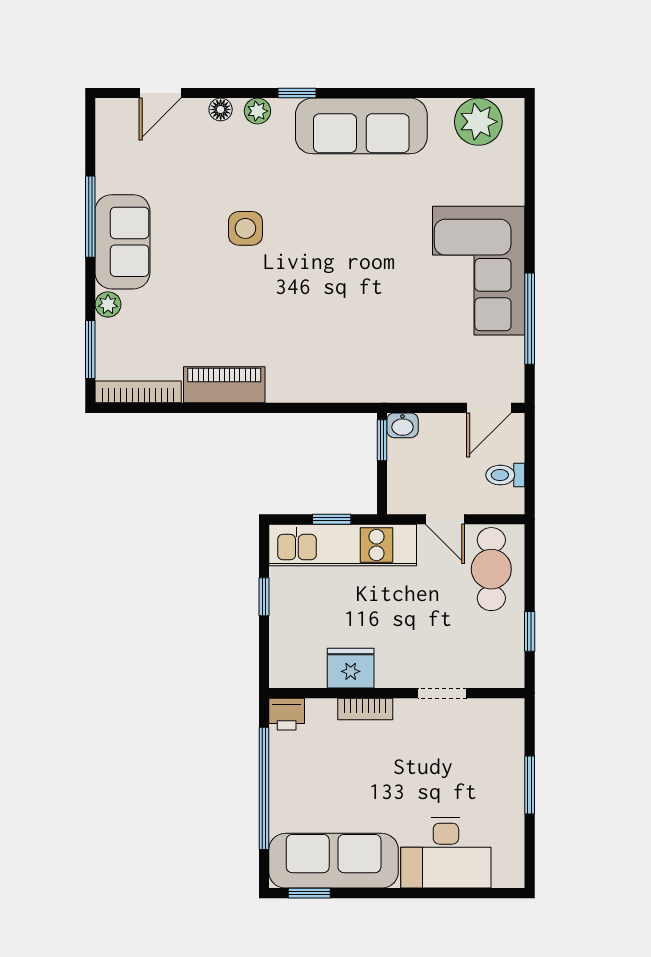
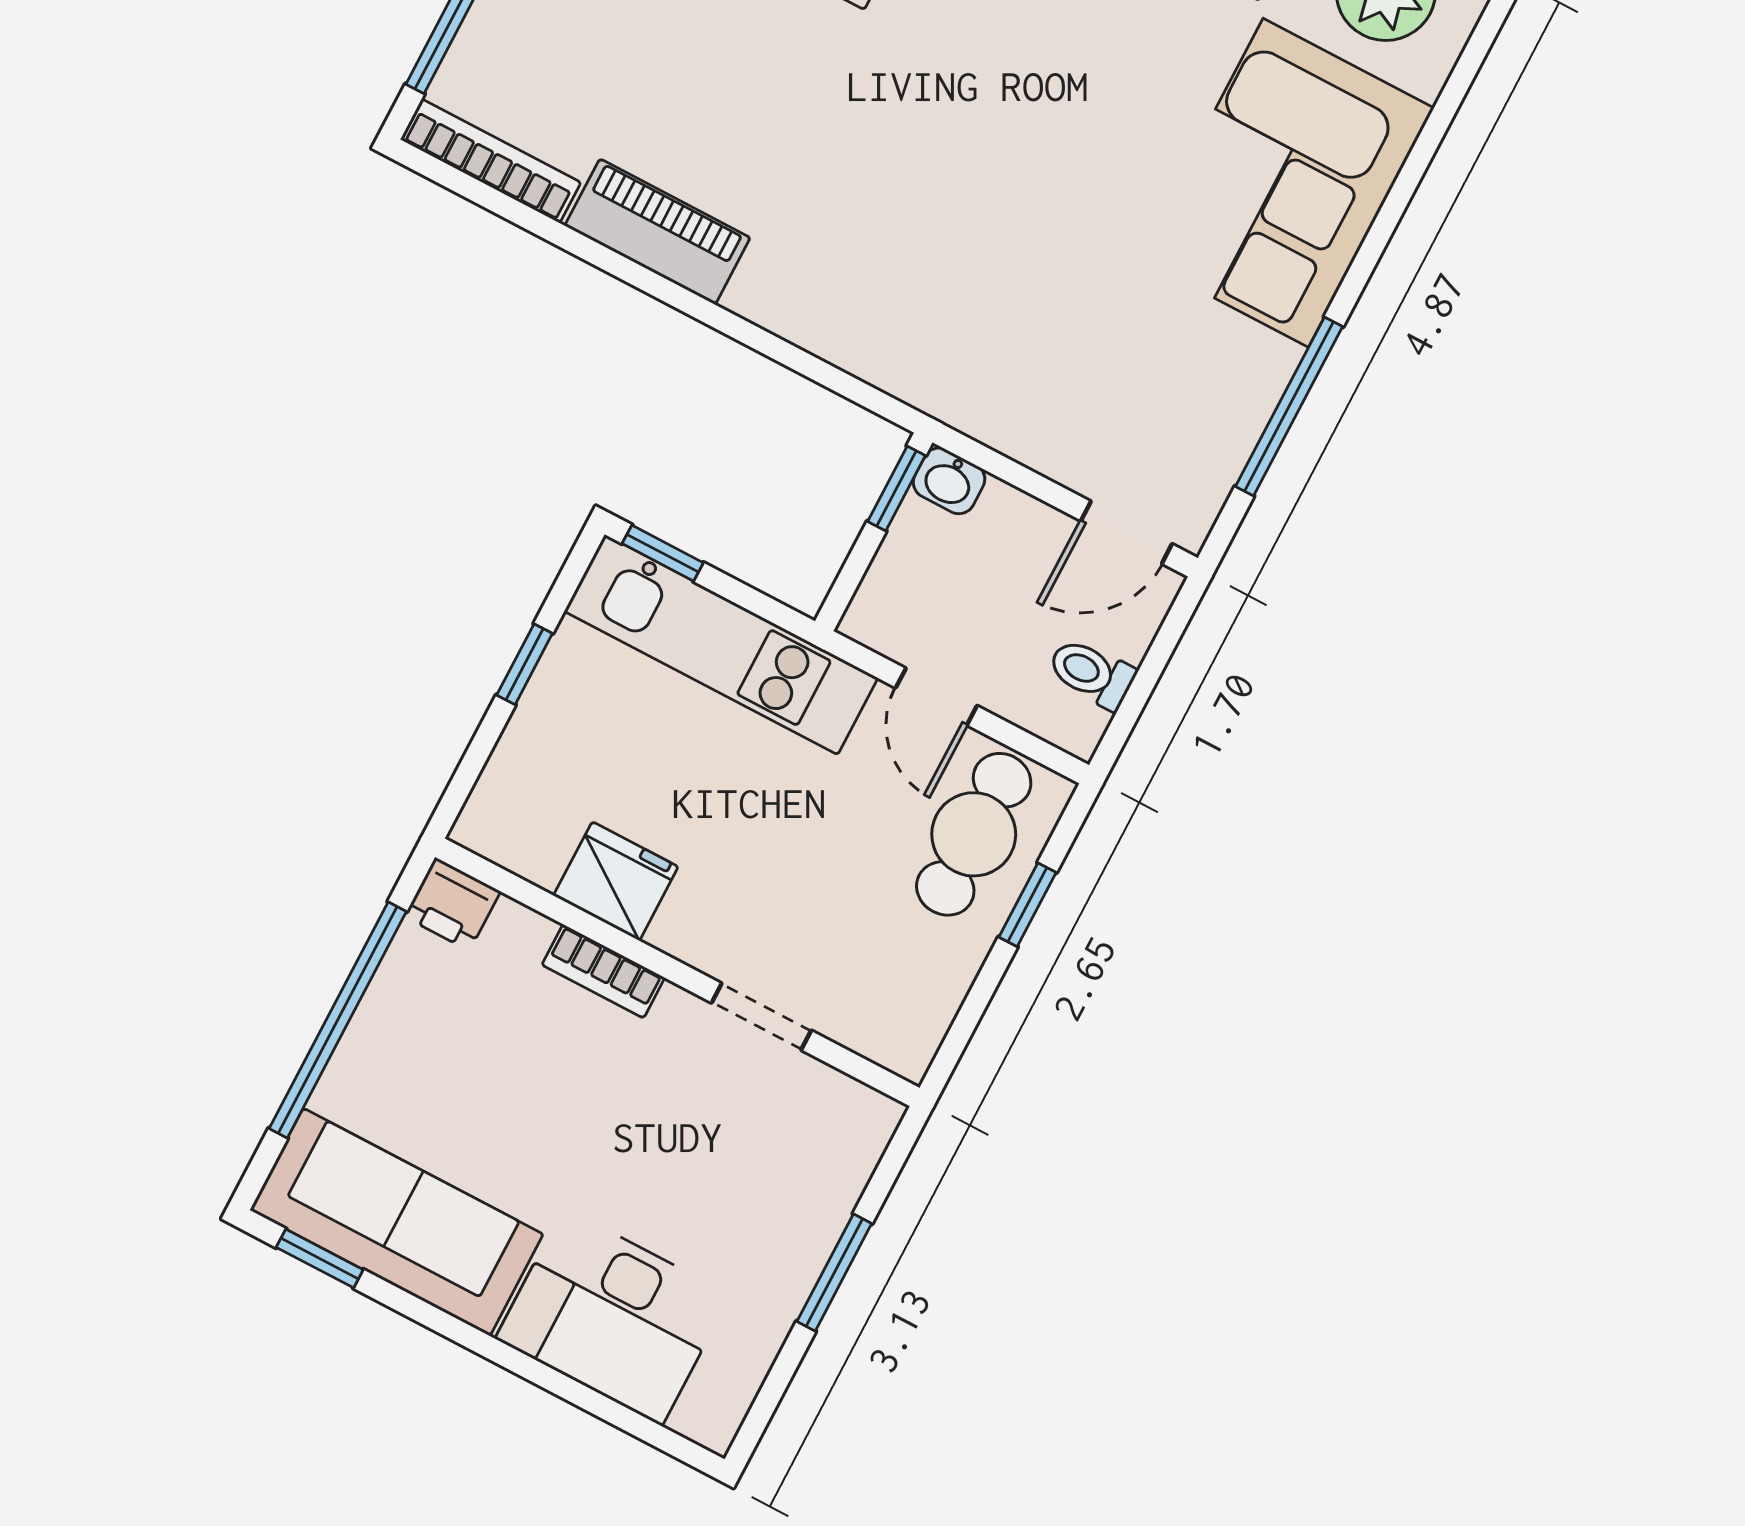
corner sofa: (479, 271) -> (1286, 183), moved
window: (332, 519) -> (663, 553), moved
window: (530, 631) -> (1027, 905), moved

